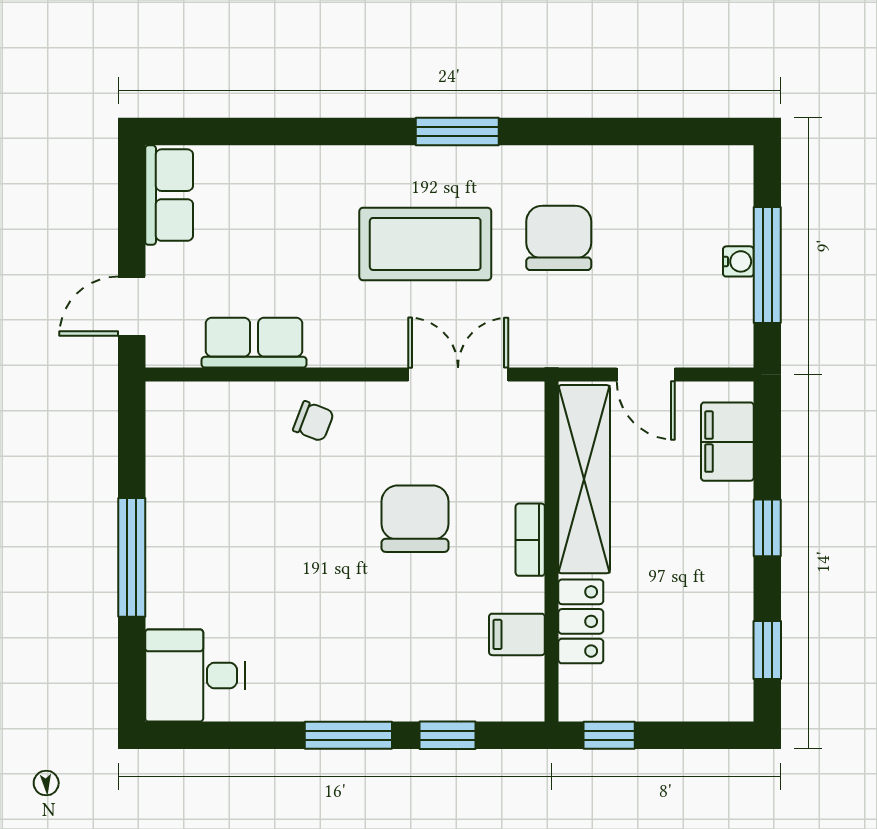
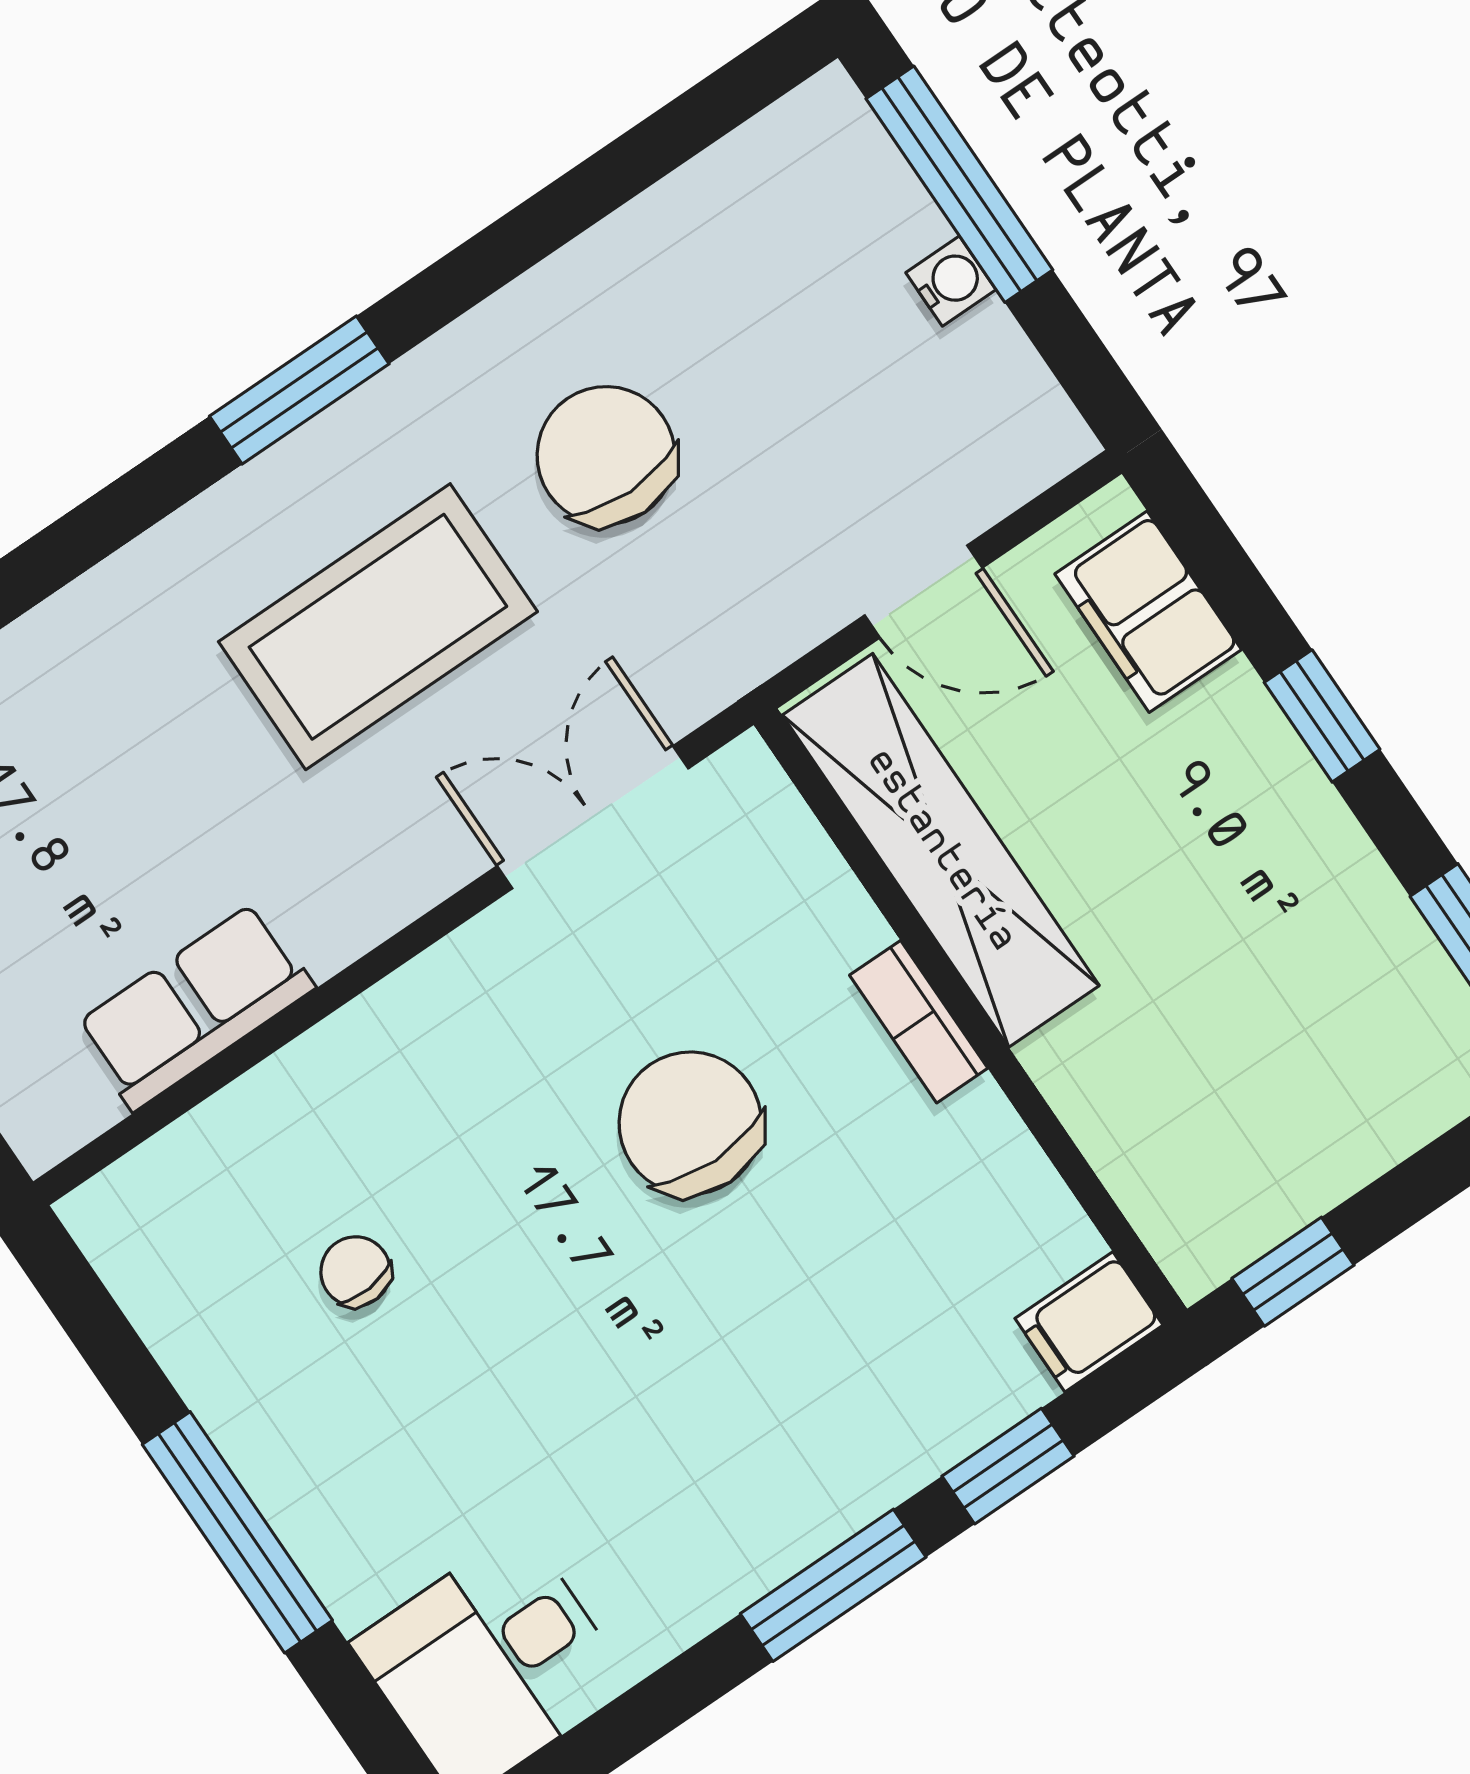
window: (767, 265) -> (959, 184), moved
chair: (313, 421) -> (356, 1272), moved, turned -116
locker: (581, 621) -> (1106, 1105), removed
filing cabinet: (517, 634) -> (1089, 1322), moved

